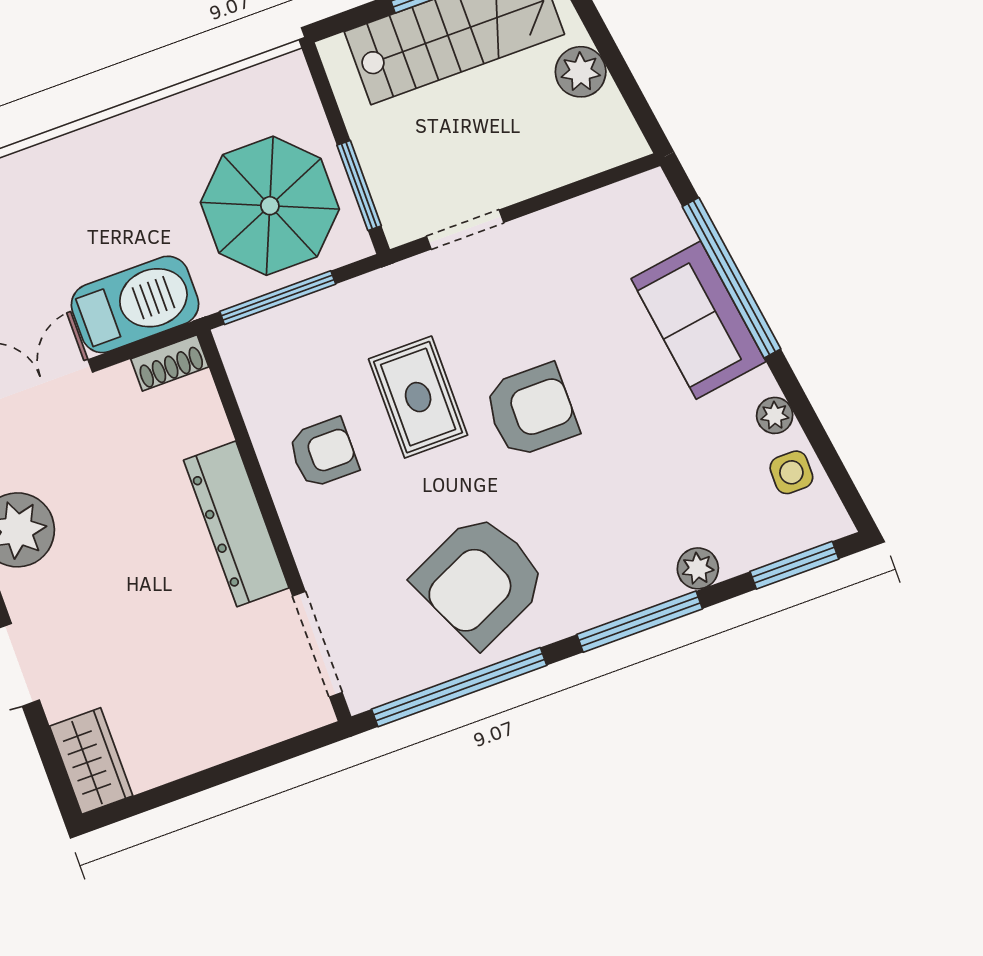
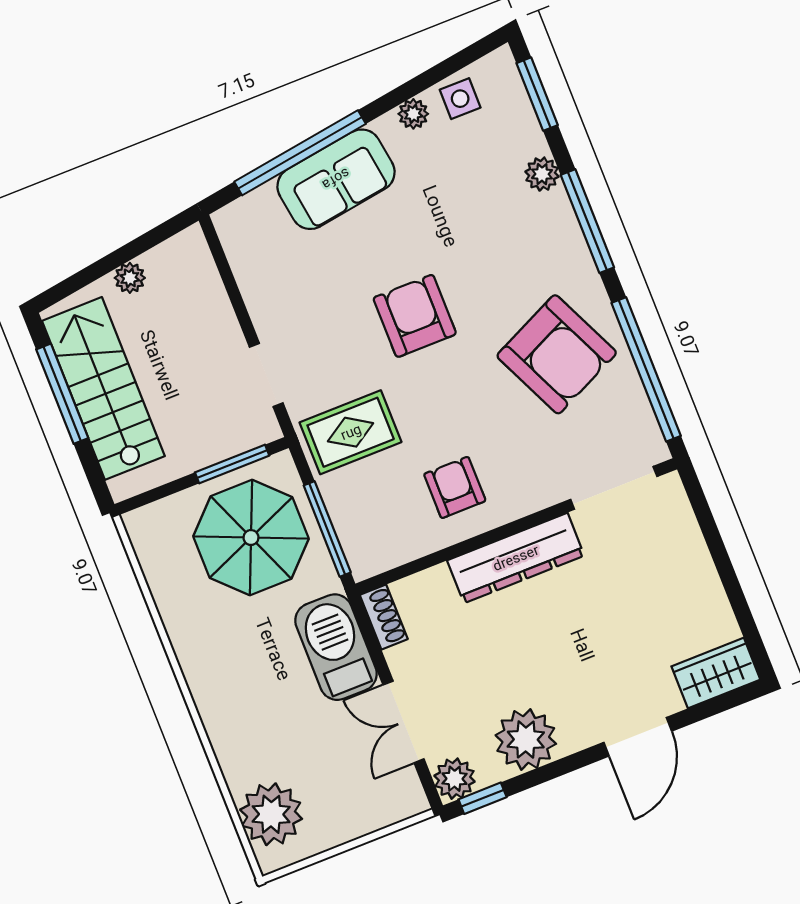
plant: (581, 72) -> (130, 278), width x0.73, depth x0.73
rug: (418, 397) -> (351, 432), moved

